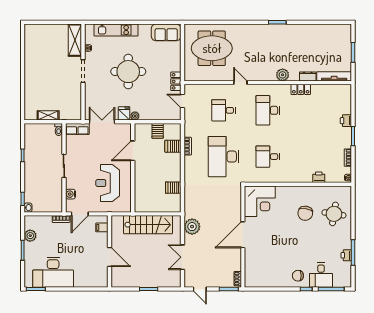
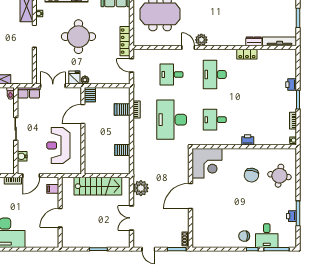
plant: (283, 75) -> (201, 40), moved
locker: (176, 81) -> (125, 41), width x1.53
server rack: (158, 131) -> (90, 95), moved
printer: (319, 177) -> (248, 140), moved
door: (109, 257) -> (60, 218), swing flipped

